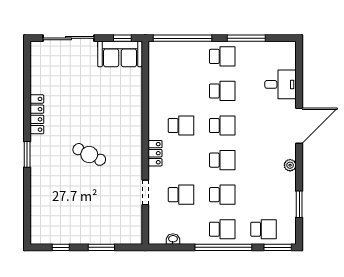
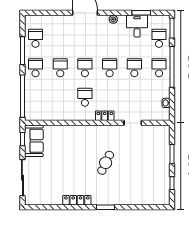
desk: (281, 84) -> (137, 26), moved
school desk: (181, 195) -> (36, 38), moved

